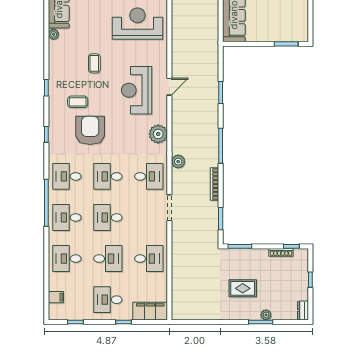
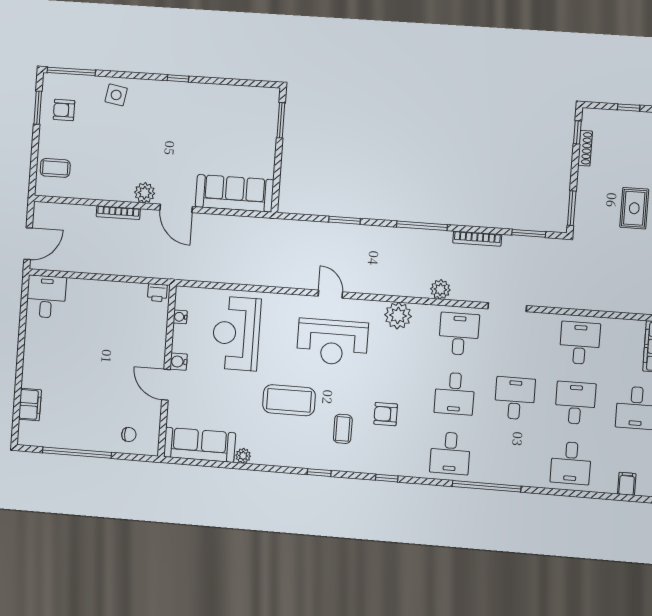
coffee table: (94, 63) -> (289, 400), width x1.86, depth x1.72
armchair: (90, 130) -> (386, 414), width x0.53, depth x0.53
desk: (67, 217) -> (510, 458), removed
desk: (108, 217) -> (515, 398), turned 180

